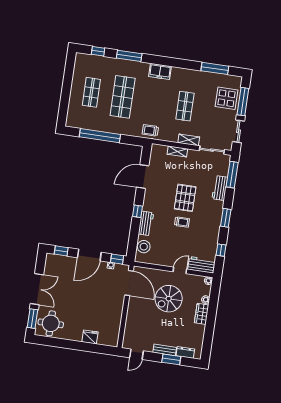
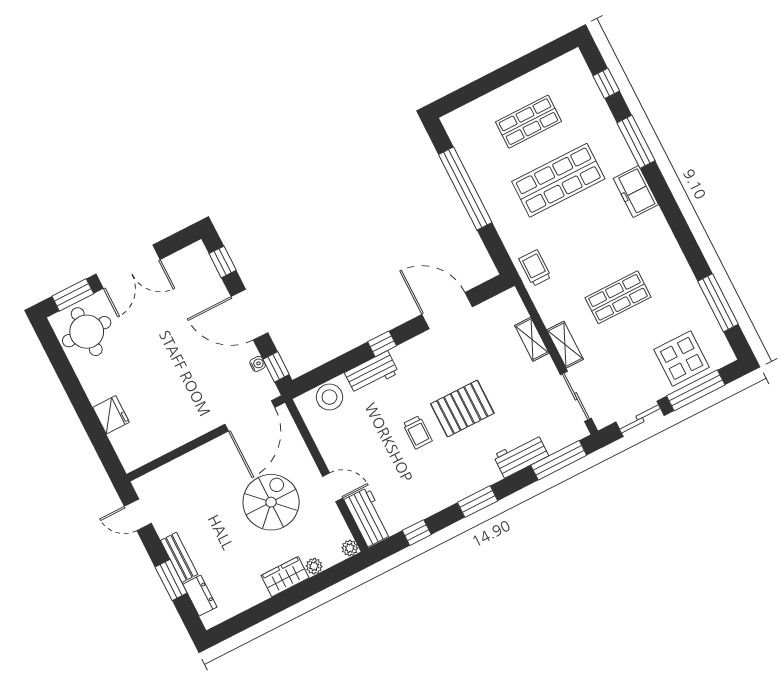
freezer: (160, 71) -> (636, 191), moved
spiral stairs: (169, 299) -> (271, 502), turned 90

